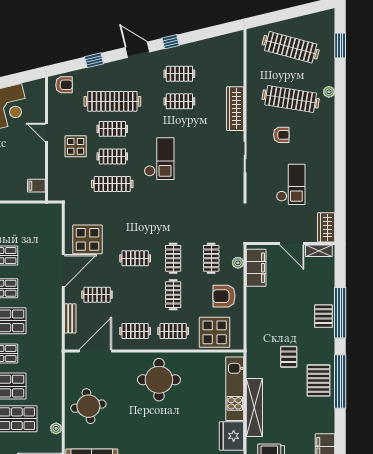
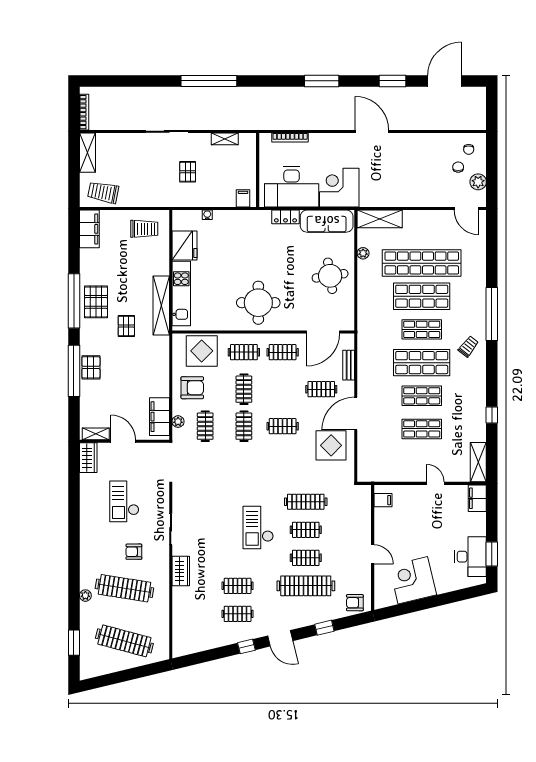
wardrobe: (235, 109) -> (181, 571), width x0.67
display table: (76, 146) -> (343, 540), removed
shelving: (254, 407) -> (161, 305), moved

